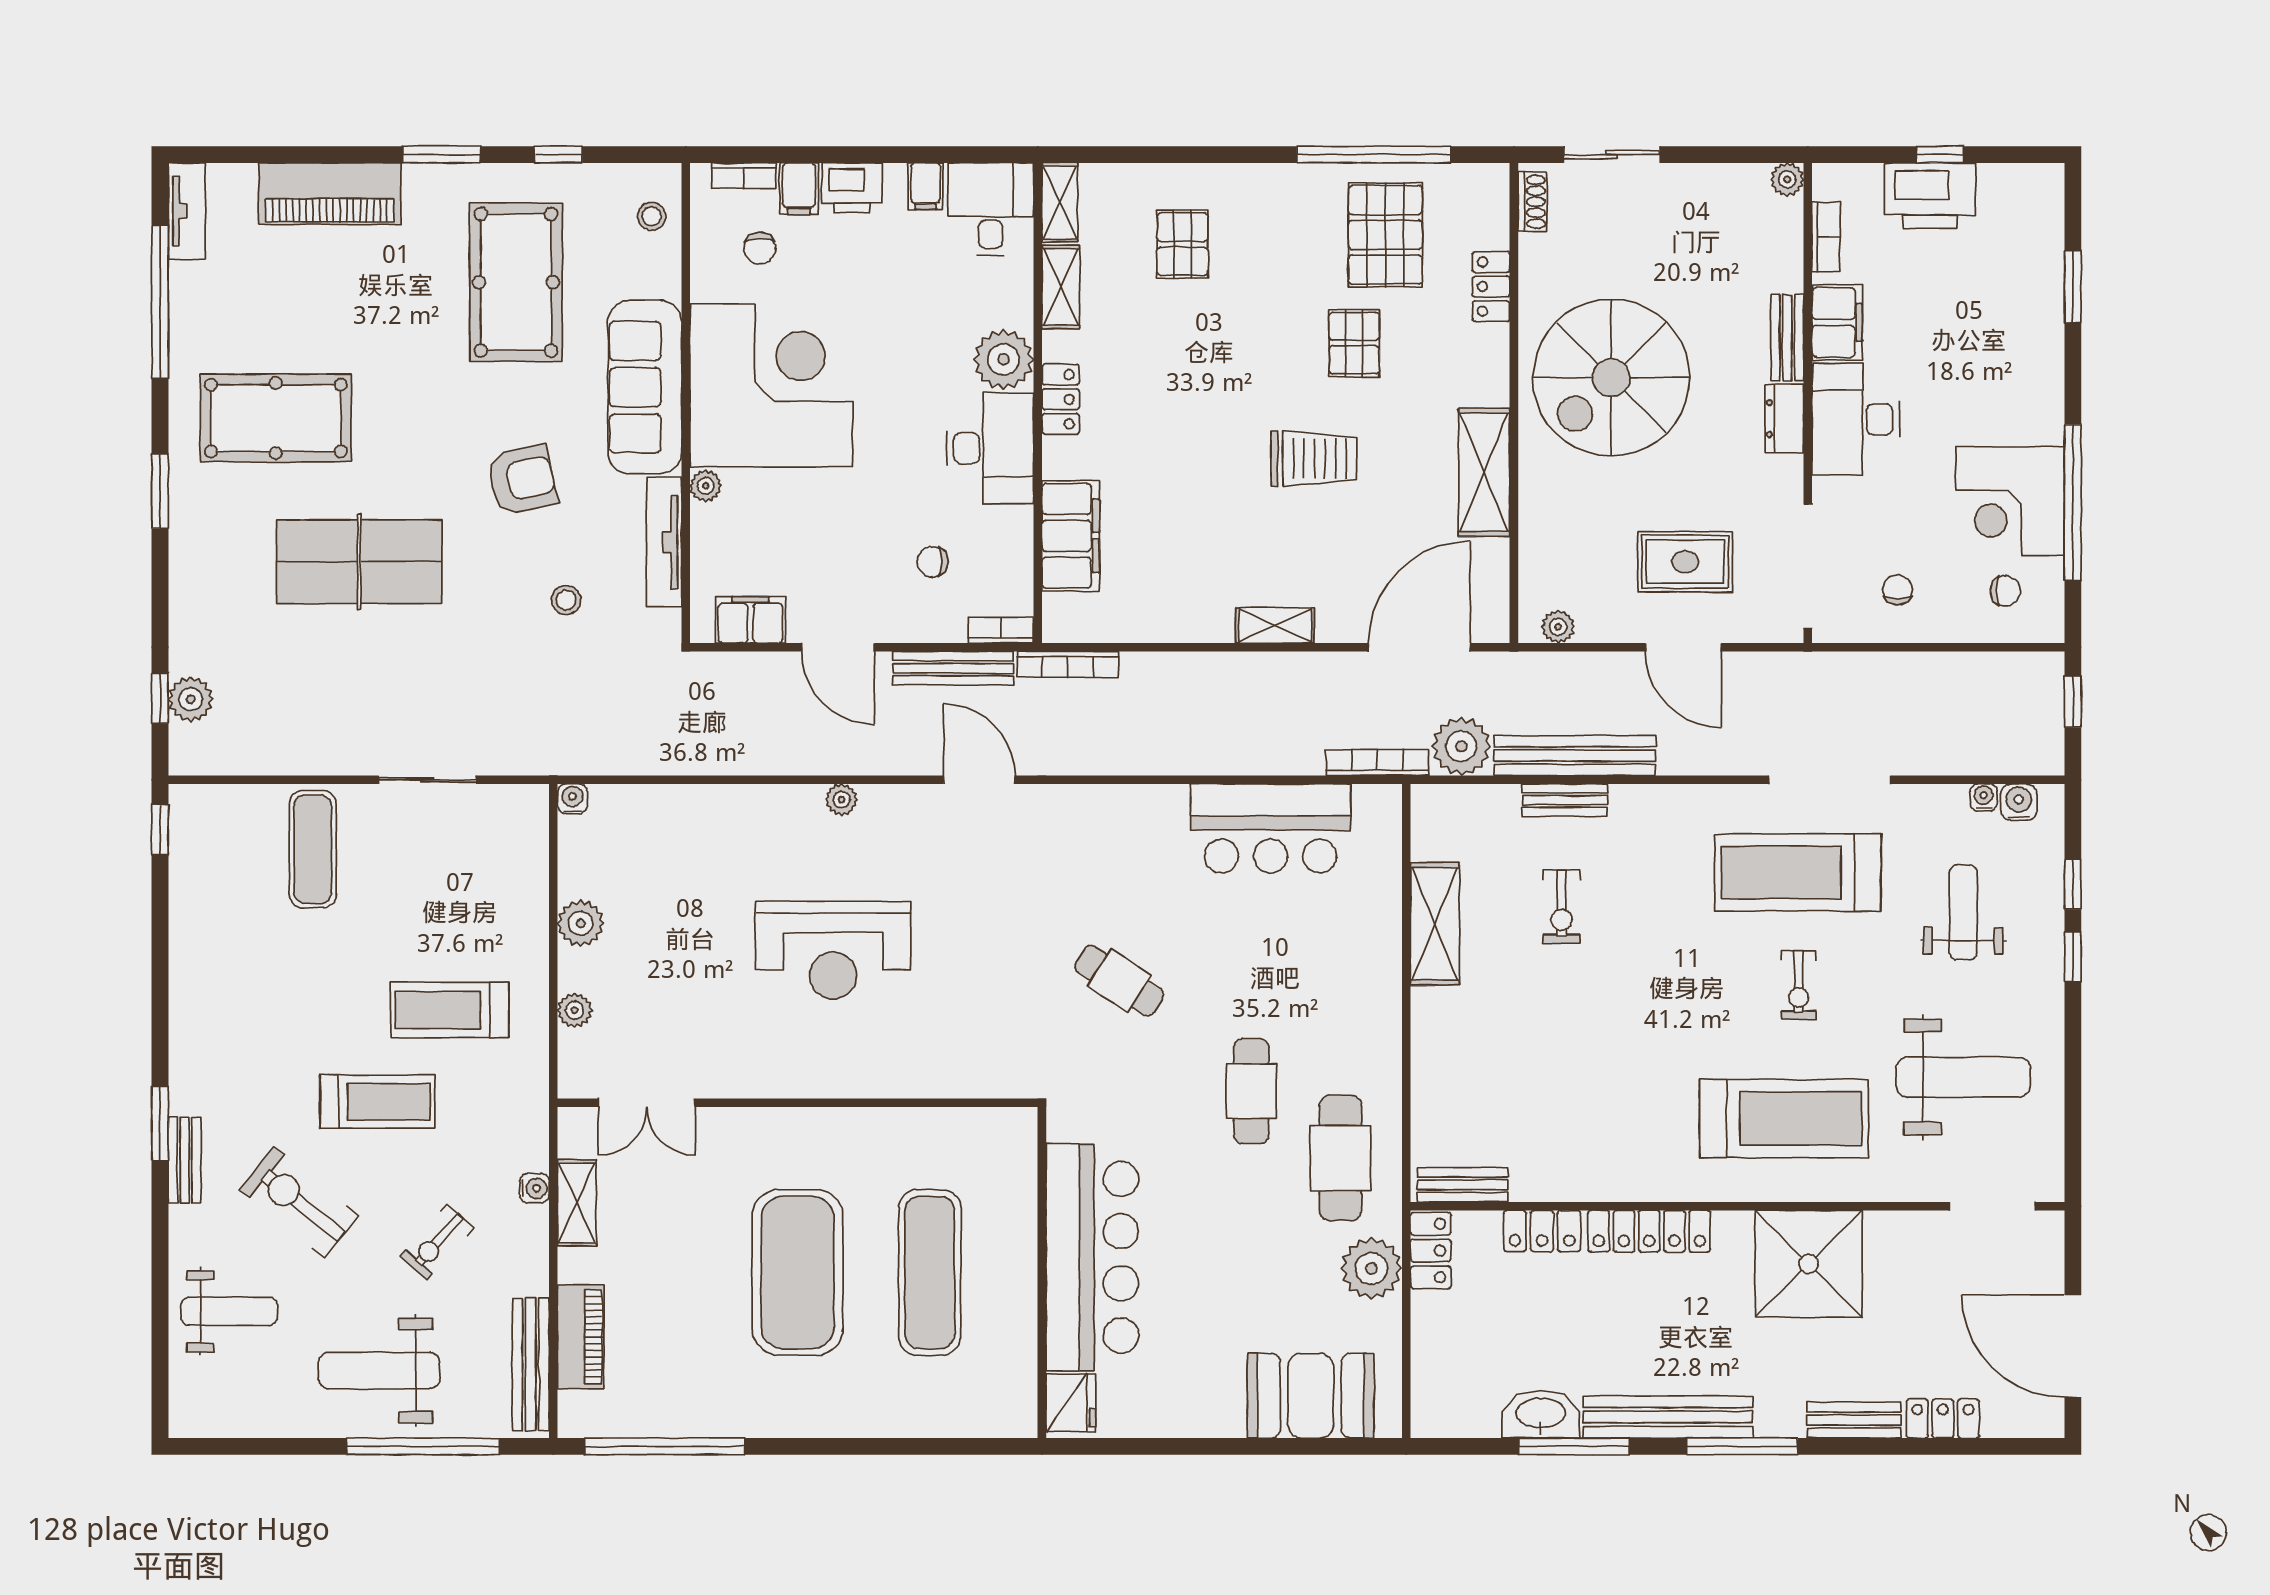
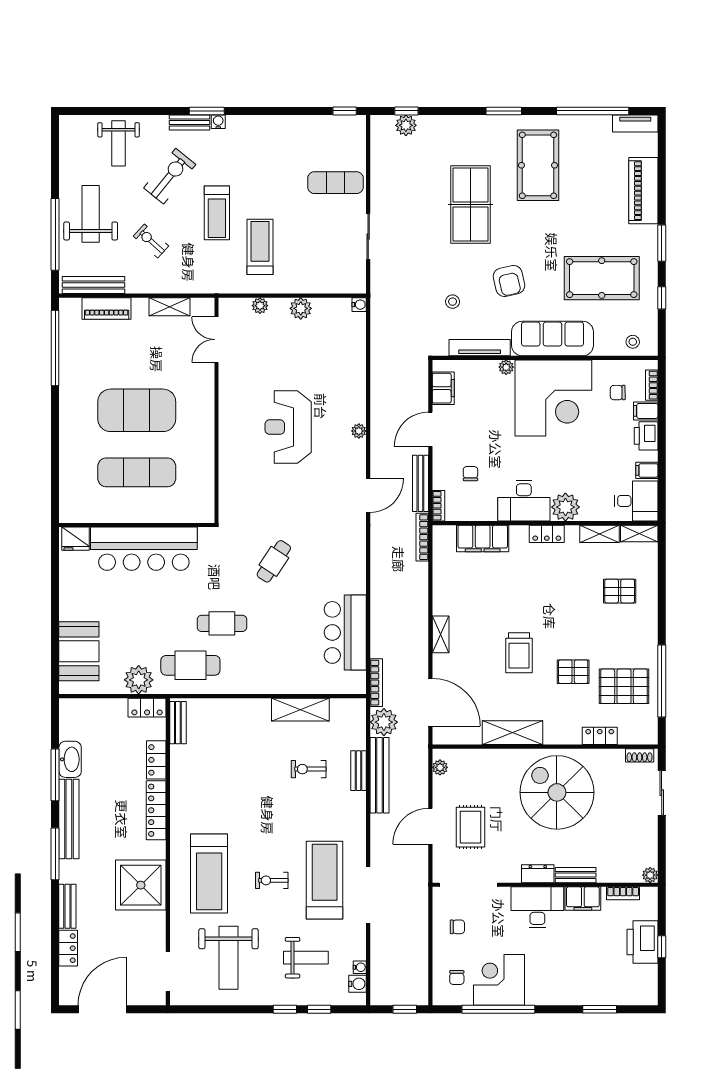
water cooler: (534, 1188) -> (218, 122), moved, turned 180

